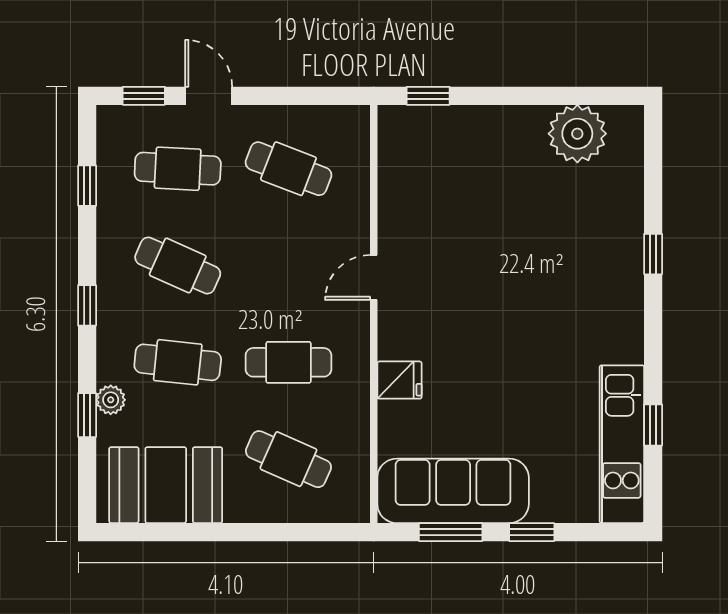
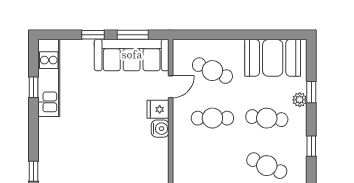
door: (374, 277) -> (171, 87), moved
water cooler: (395, 341) -> (160, 129), added

